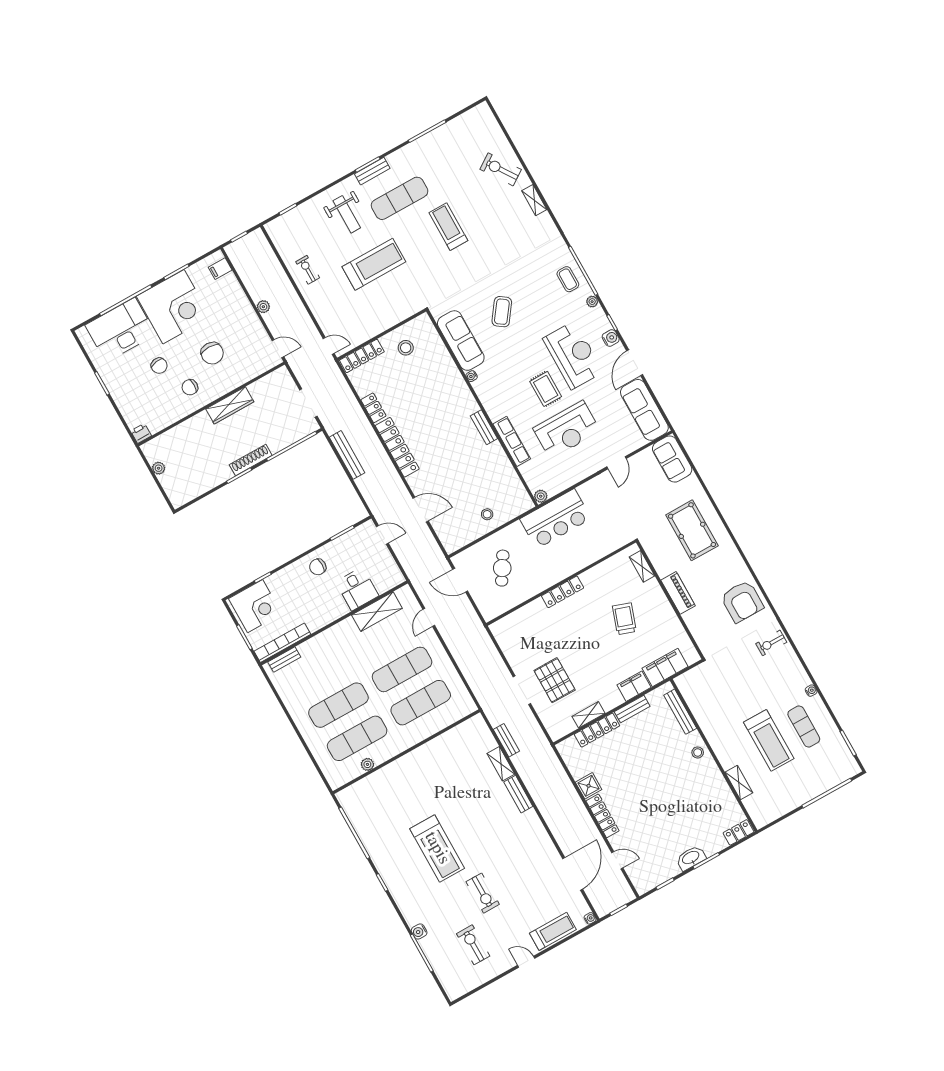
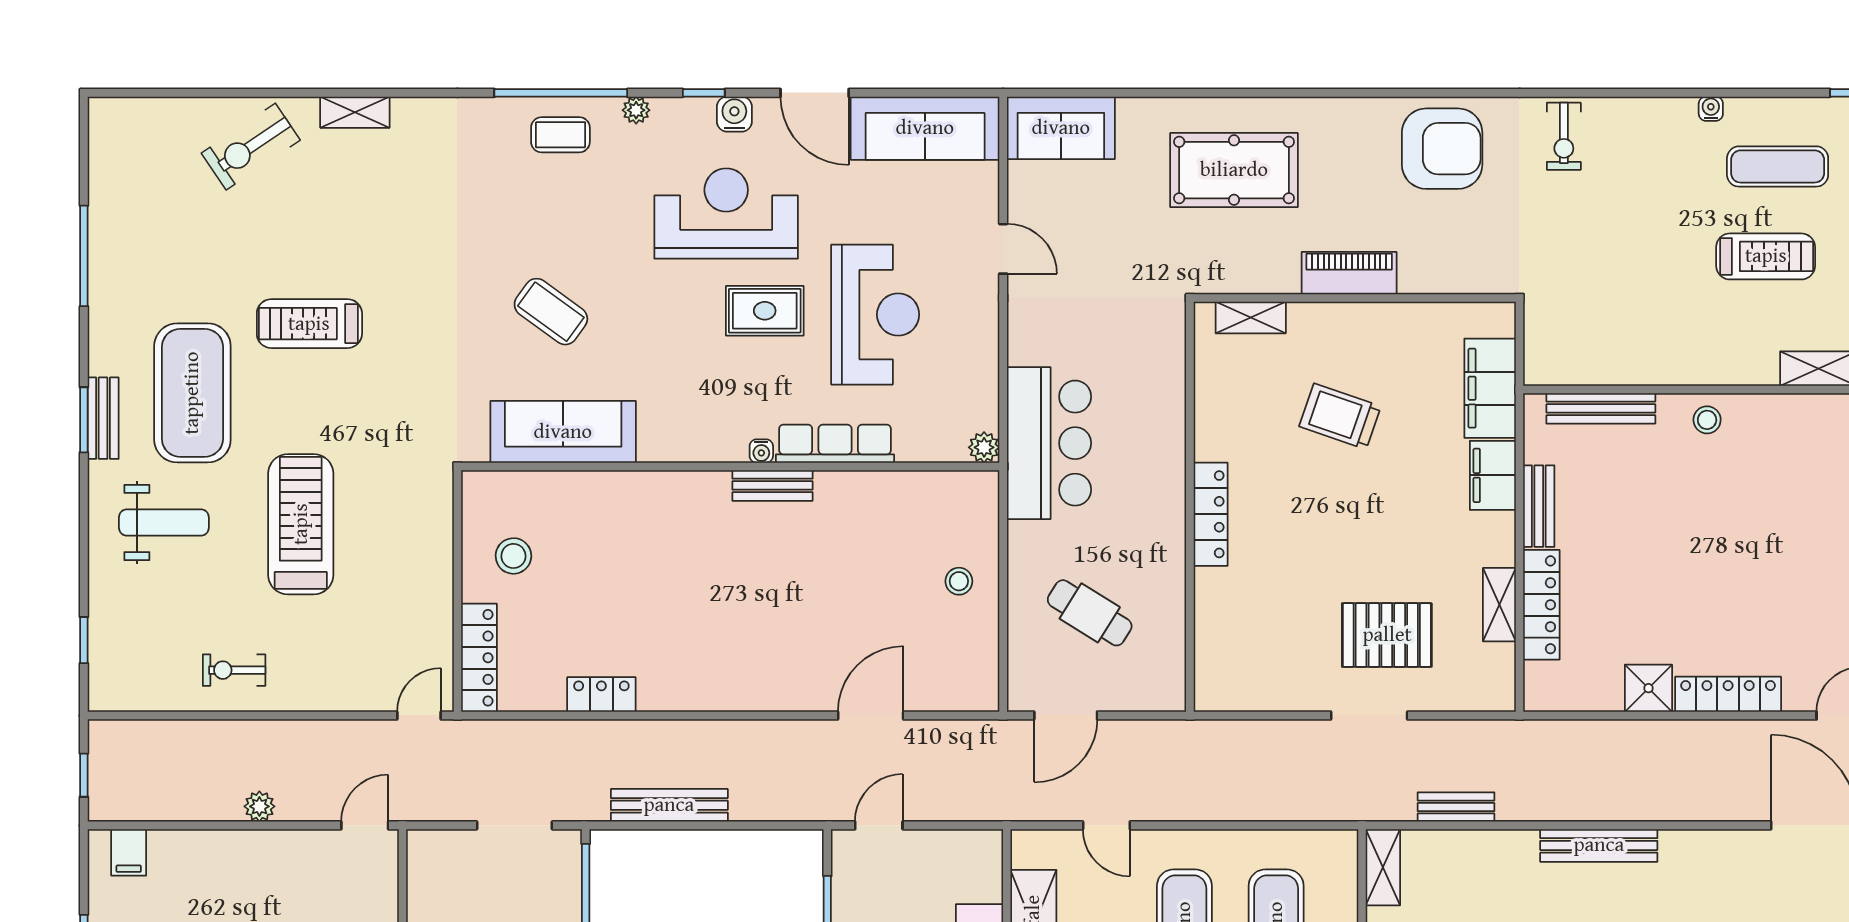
exercise mat: (400, 198) -> (192, 393), width x1.47
water cooler: (472, 376) -> (761, 451), moved
locker: (397, 447) -> (712, 691), removed
treadmill: (769, 740) -> (1766, 256), width x0.73, depth x0.73
shelving: (501, 764) -> (1383, 867), moved, turned 90
bench: (518, 794) -> (1599, 845), width x1.36

